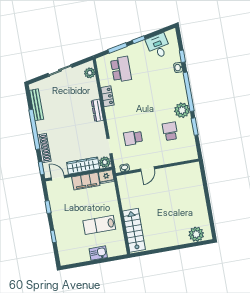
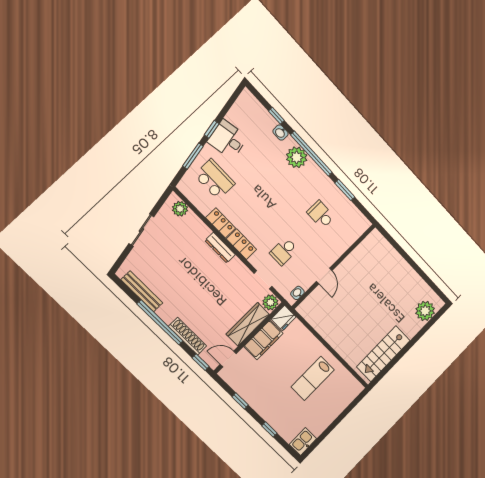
desk: (158, 46) -> (228, 139), moved
plant: (182, 110) -> (297, 157), moved
locker: (111, 117) -> (241, 244), added
stairs: (134, 230) -> (383, 354), moved, turned -90
kitchen sink: (98, 253) -> (303, 441), moved

